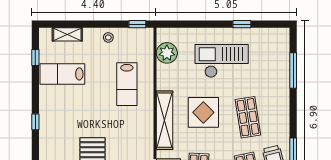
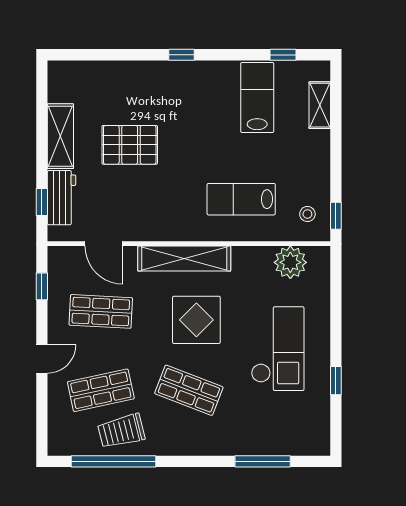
stool: (108, 37) -> (307, 214), moved
shop shelf: (248, 117) -> (189, 390), turned 30

